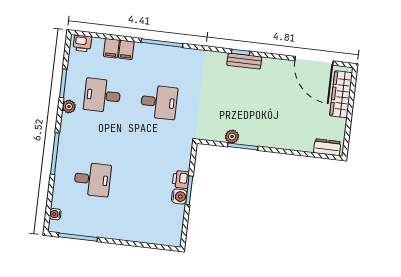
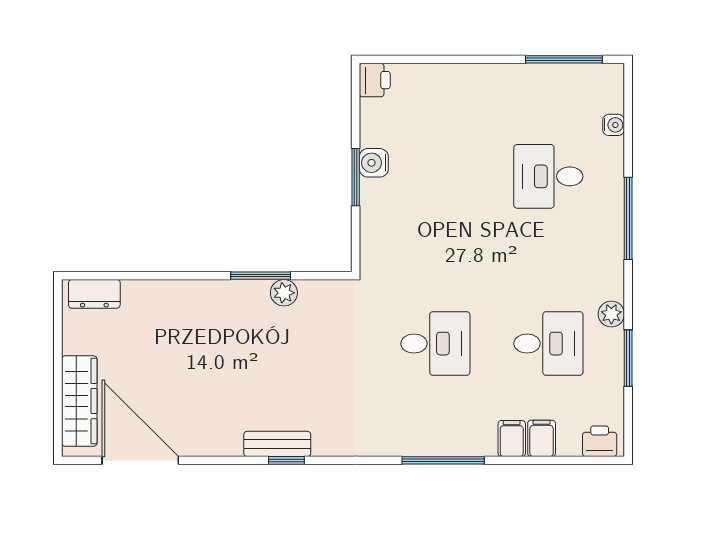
desk: (159, 102) -> (435, 344), turned 180
printer: (181, 179) -> (375, 80), moved
water cooler: (55, 214) -> (614, 125), moved

